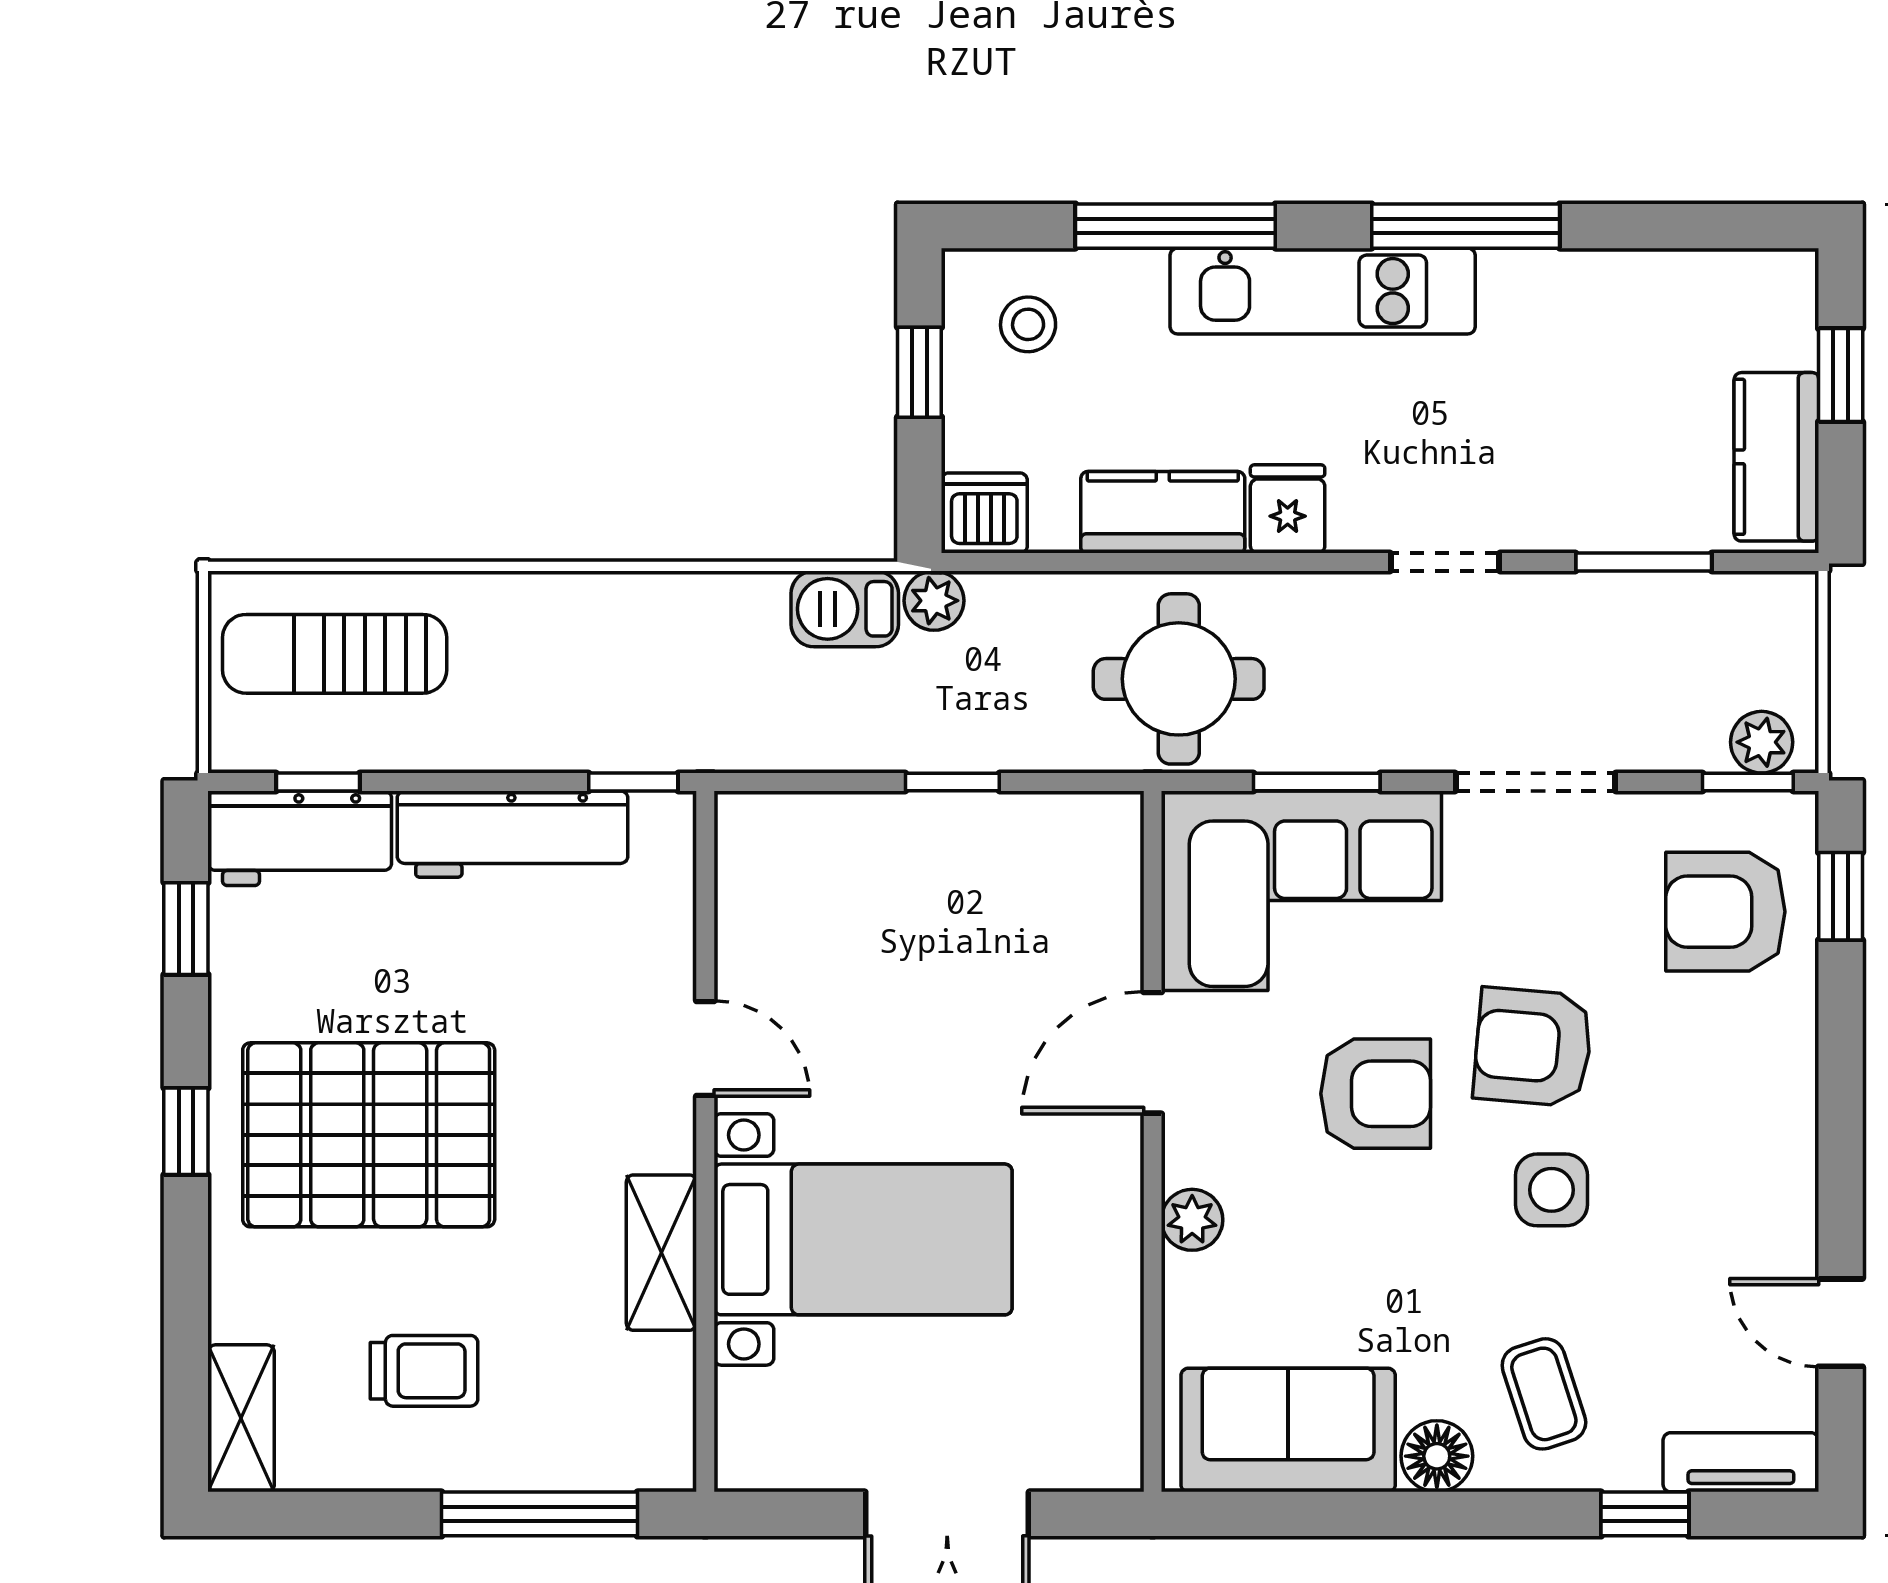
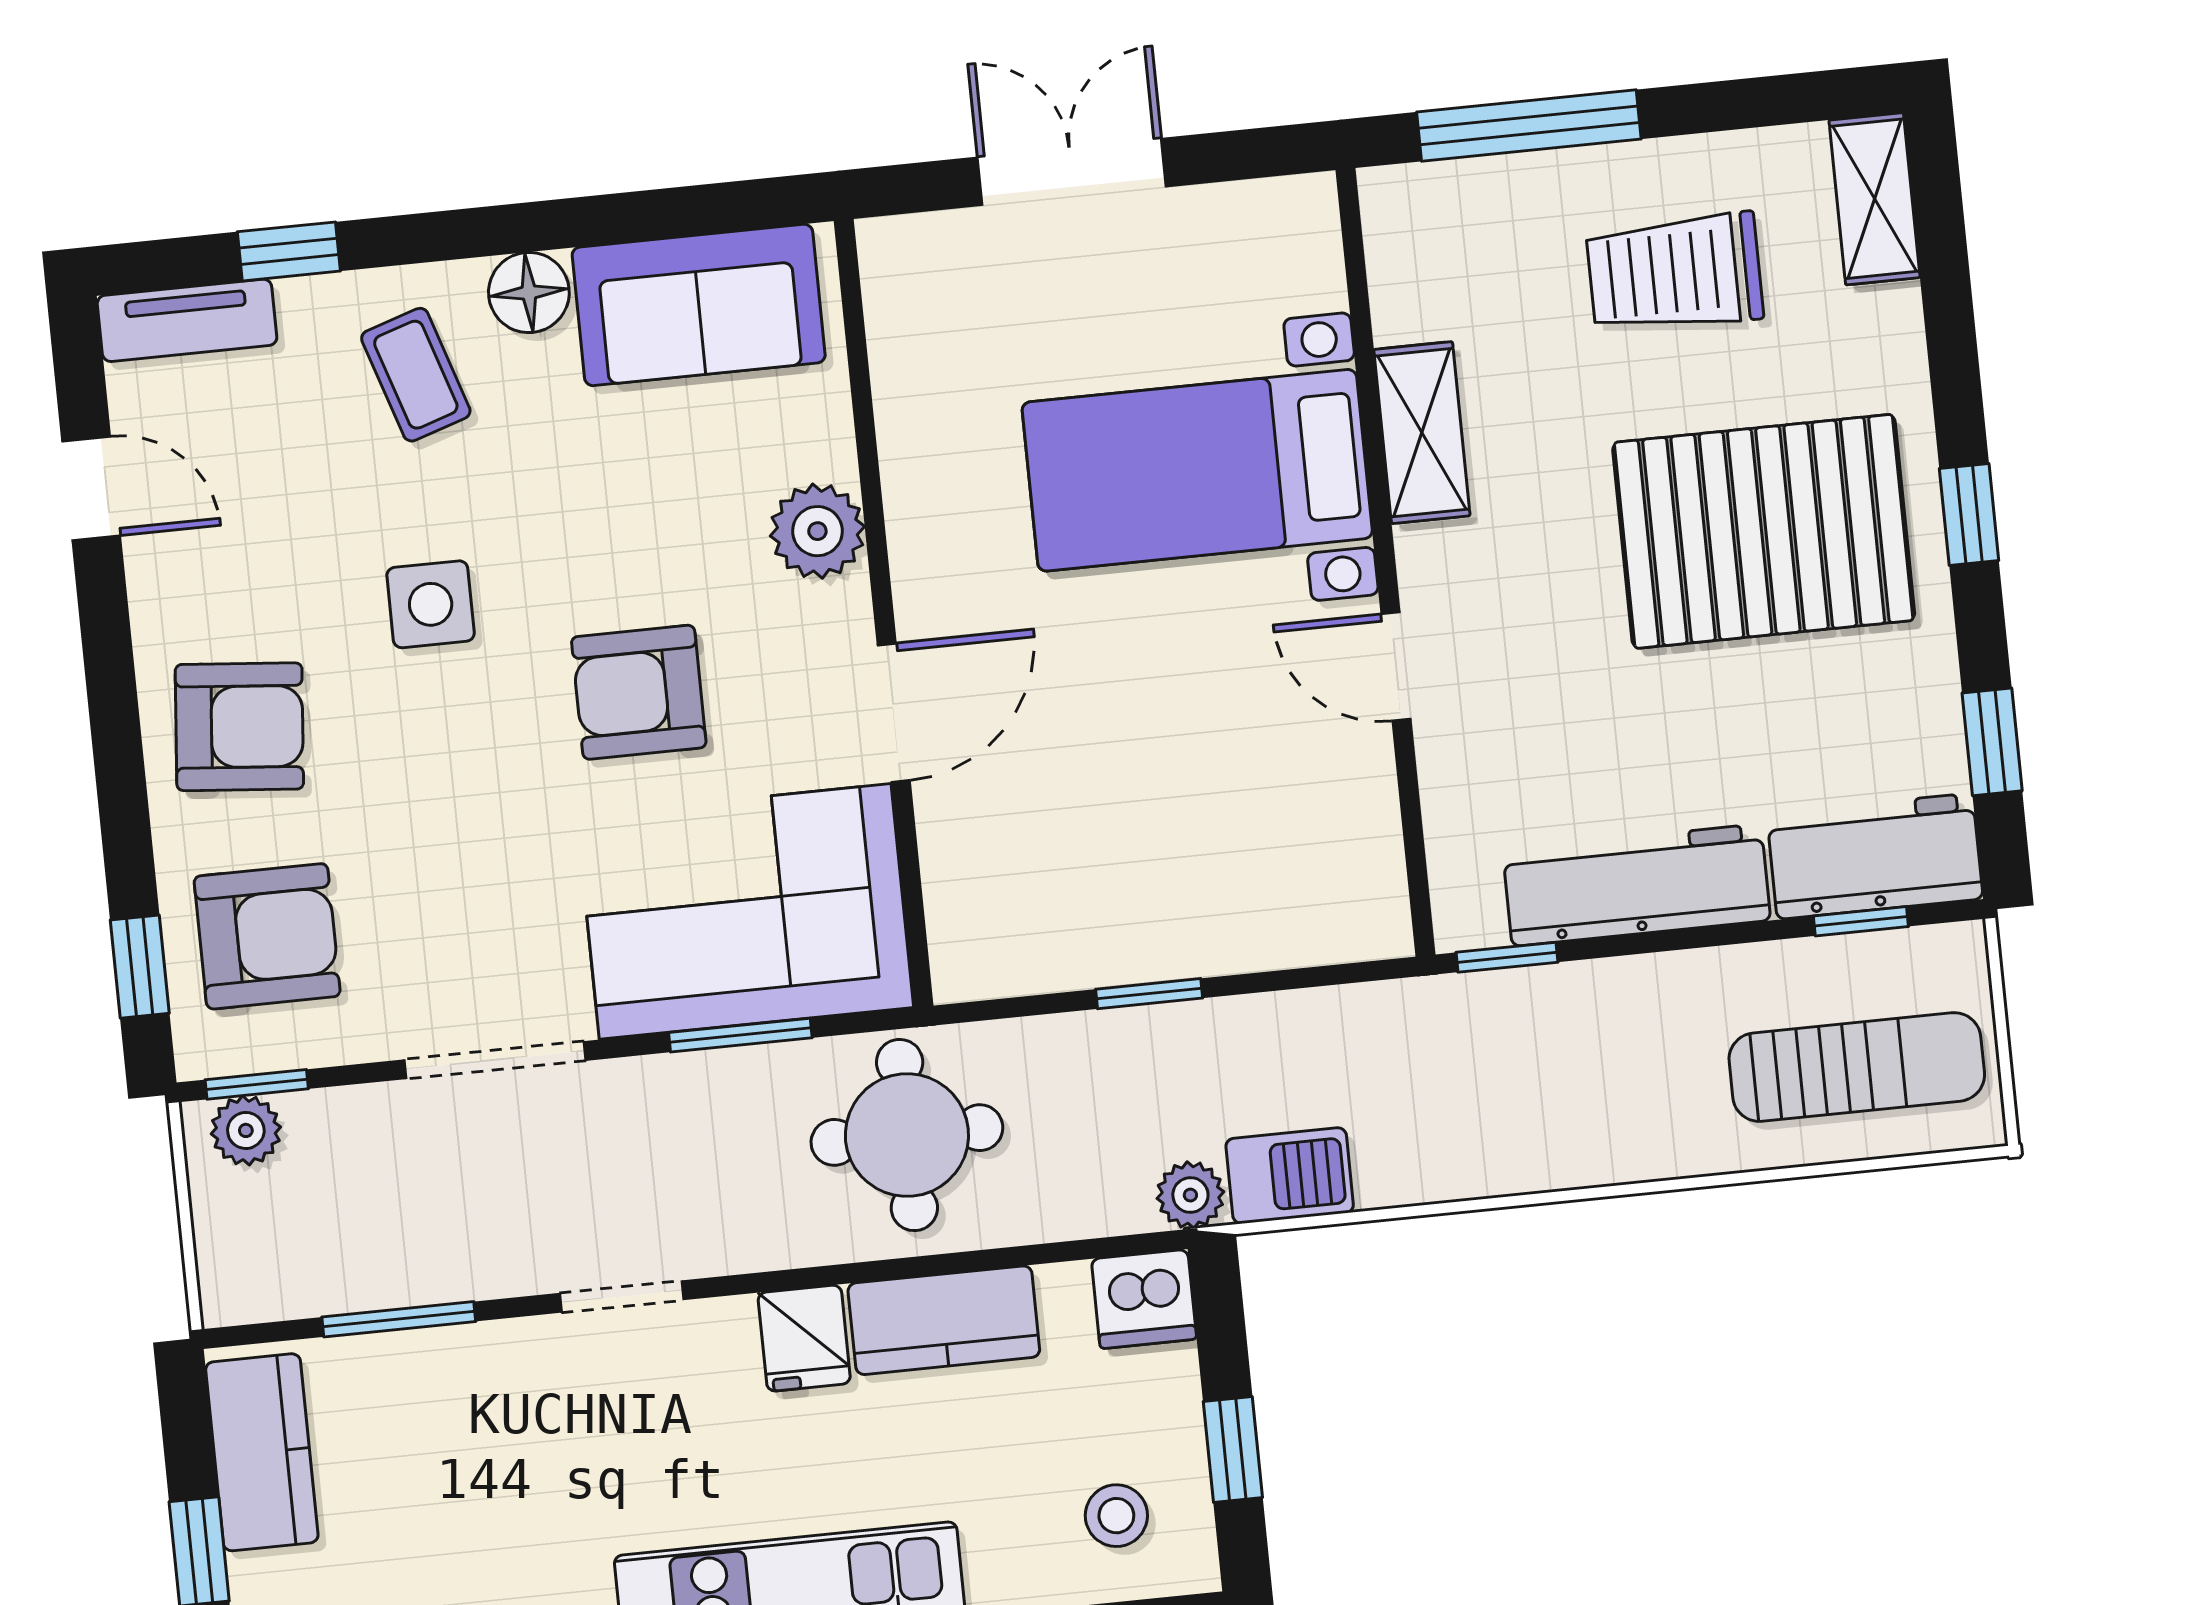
armchair: (1533, 1047) -> (239, 727), moved
plant: (1192, 1220) -> (817, 531), width x1.38, depth x1.38
trolley: (424, 1371) -> (1675, 273), width x1.36, depth x1.39

